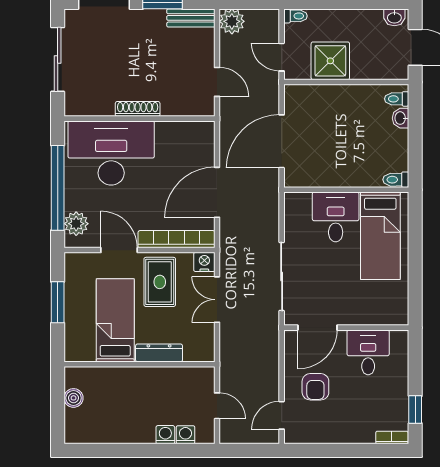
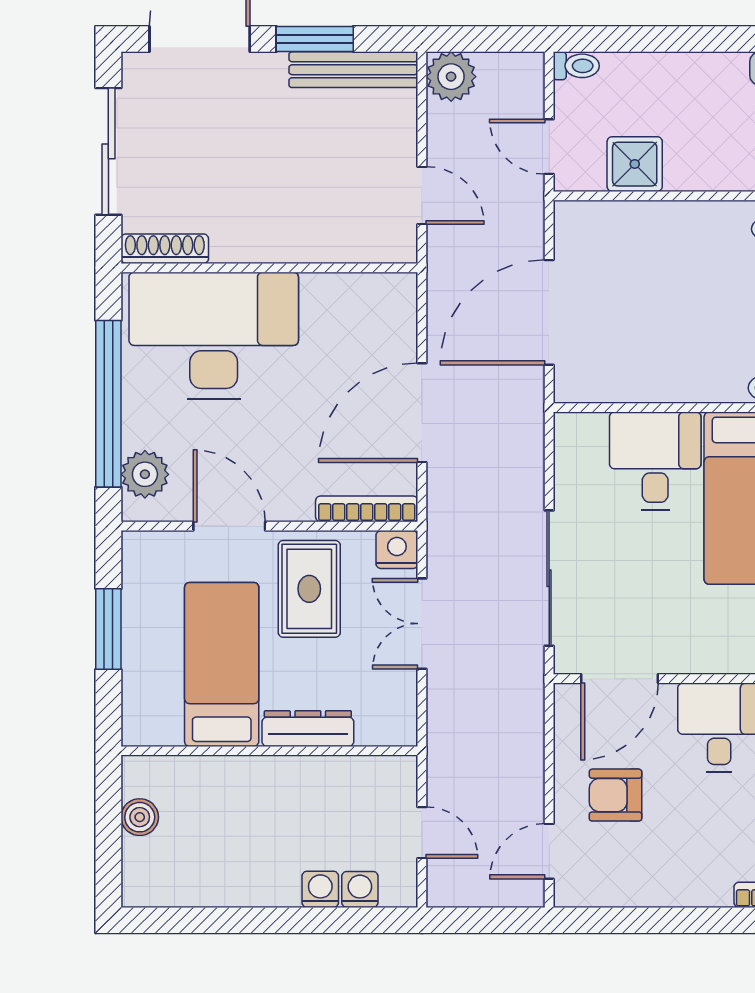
bench: (191, 18) -> (353, 70), width x1.36
shower: (330, 61) -> (635, 164), width x0.73, depth x0.73
shoe rack: (138, 109) -> (165, 249), moved
bookcase: (177, 239) -> (367, 509), width x0.68, depth x0.76
armchair: (315, 387) -> (615, 795), turned 90

